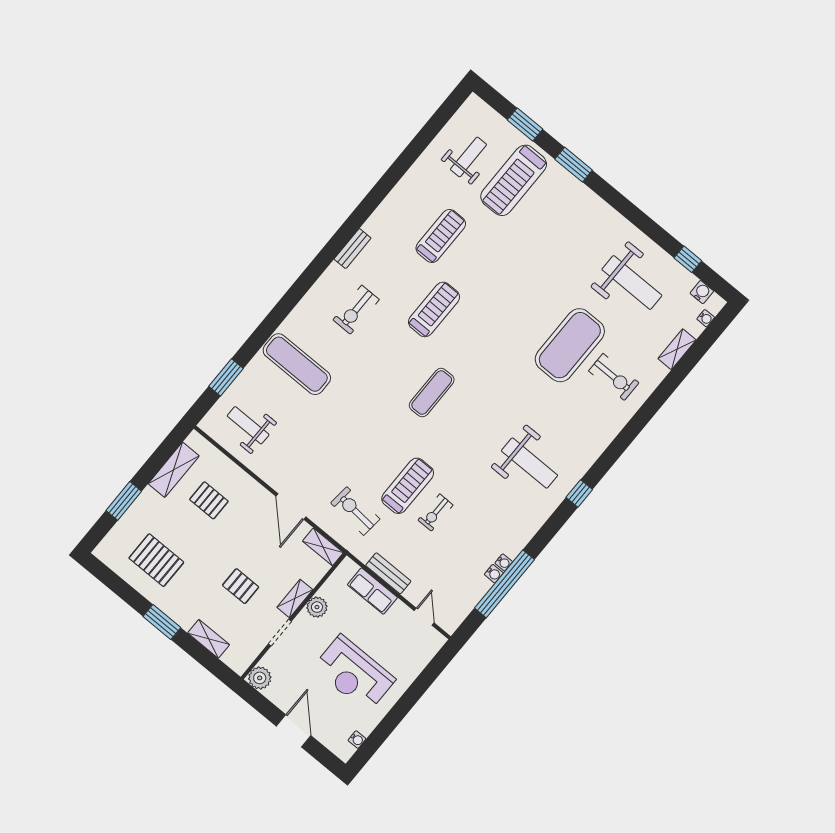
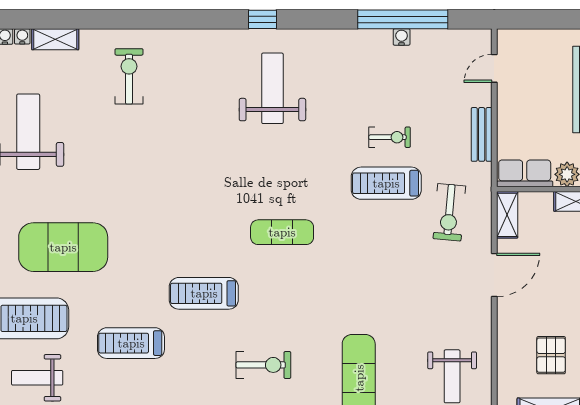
exercise mat: (570, 345) -> (63, 247), moved
water cooler: (504, 562) -> (22, 36), moved
row of seats: (372, 591) -> (525, 173), moved, turned -90

